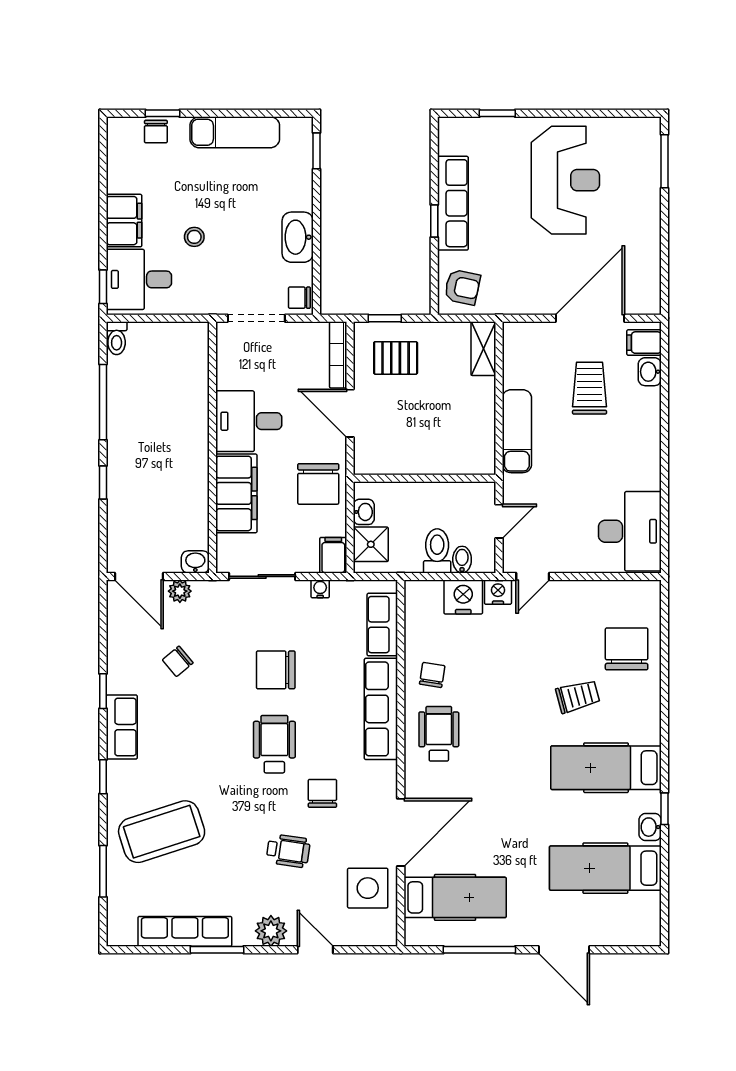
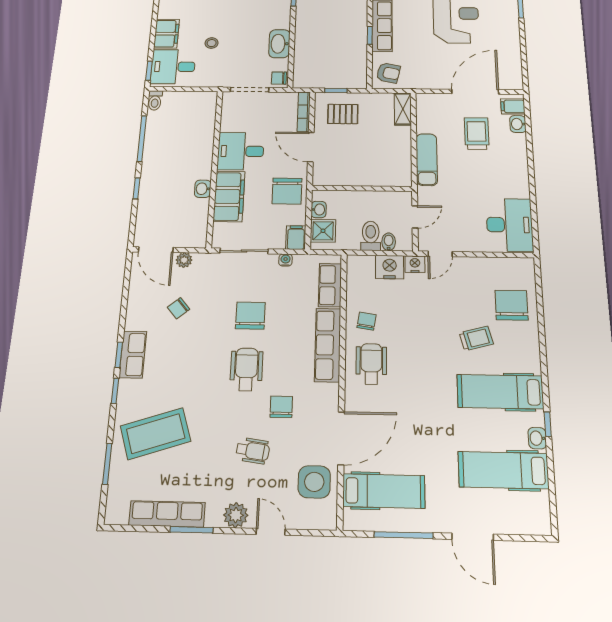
washbasin: (195, 562) -> (203, 189), moved, turned -90
chair: (276, 670) -> (250, 315), turned 90
window: (103, 691) -> (119, 355), moved

